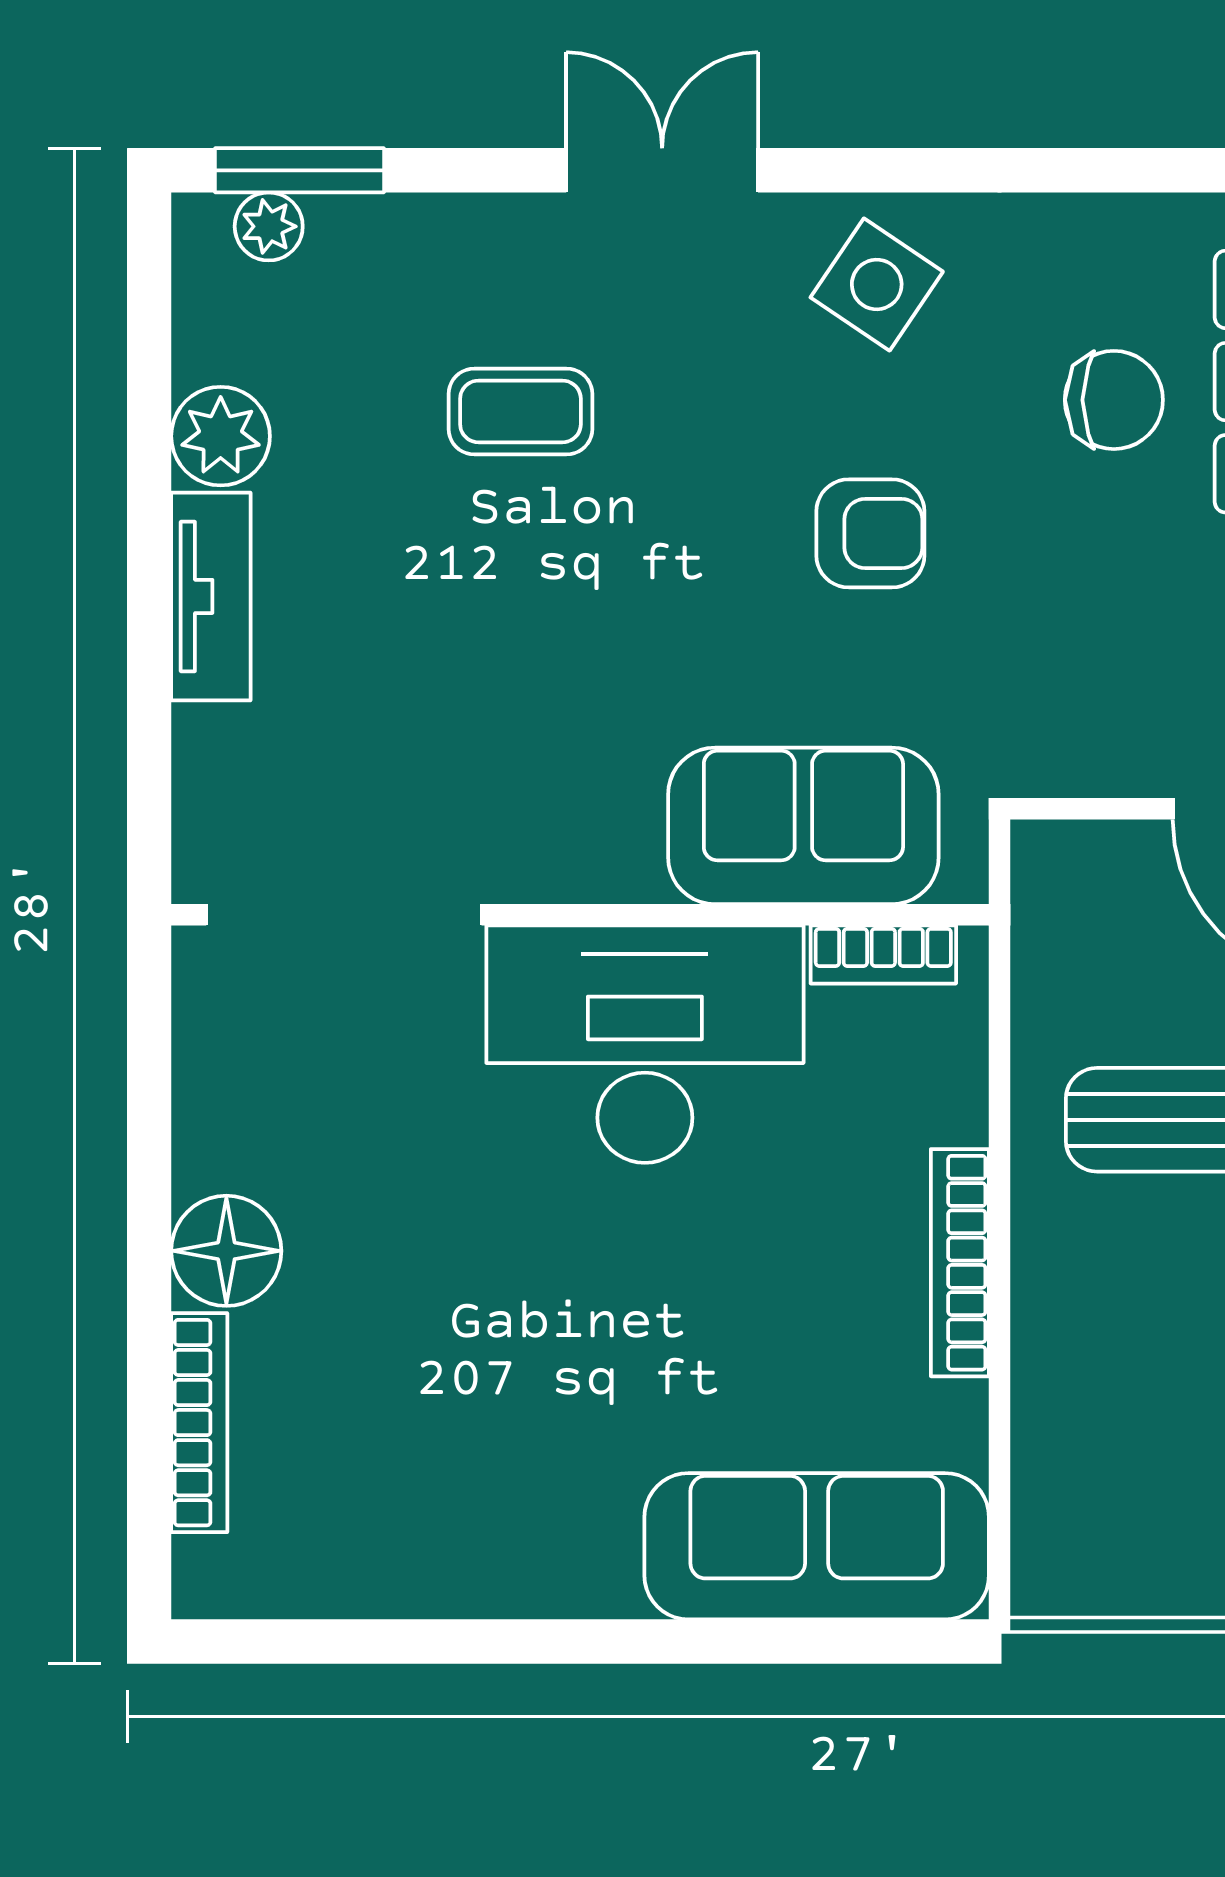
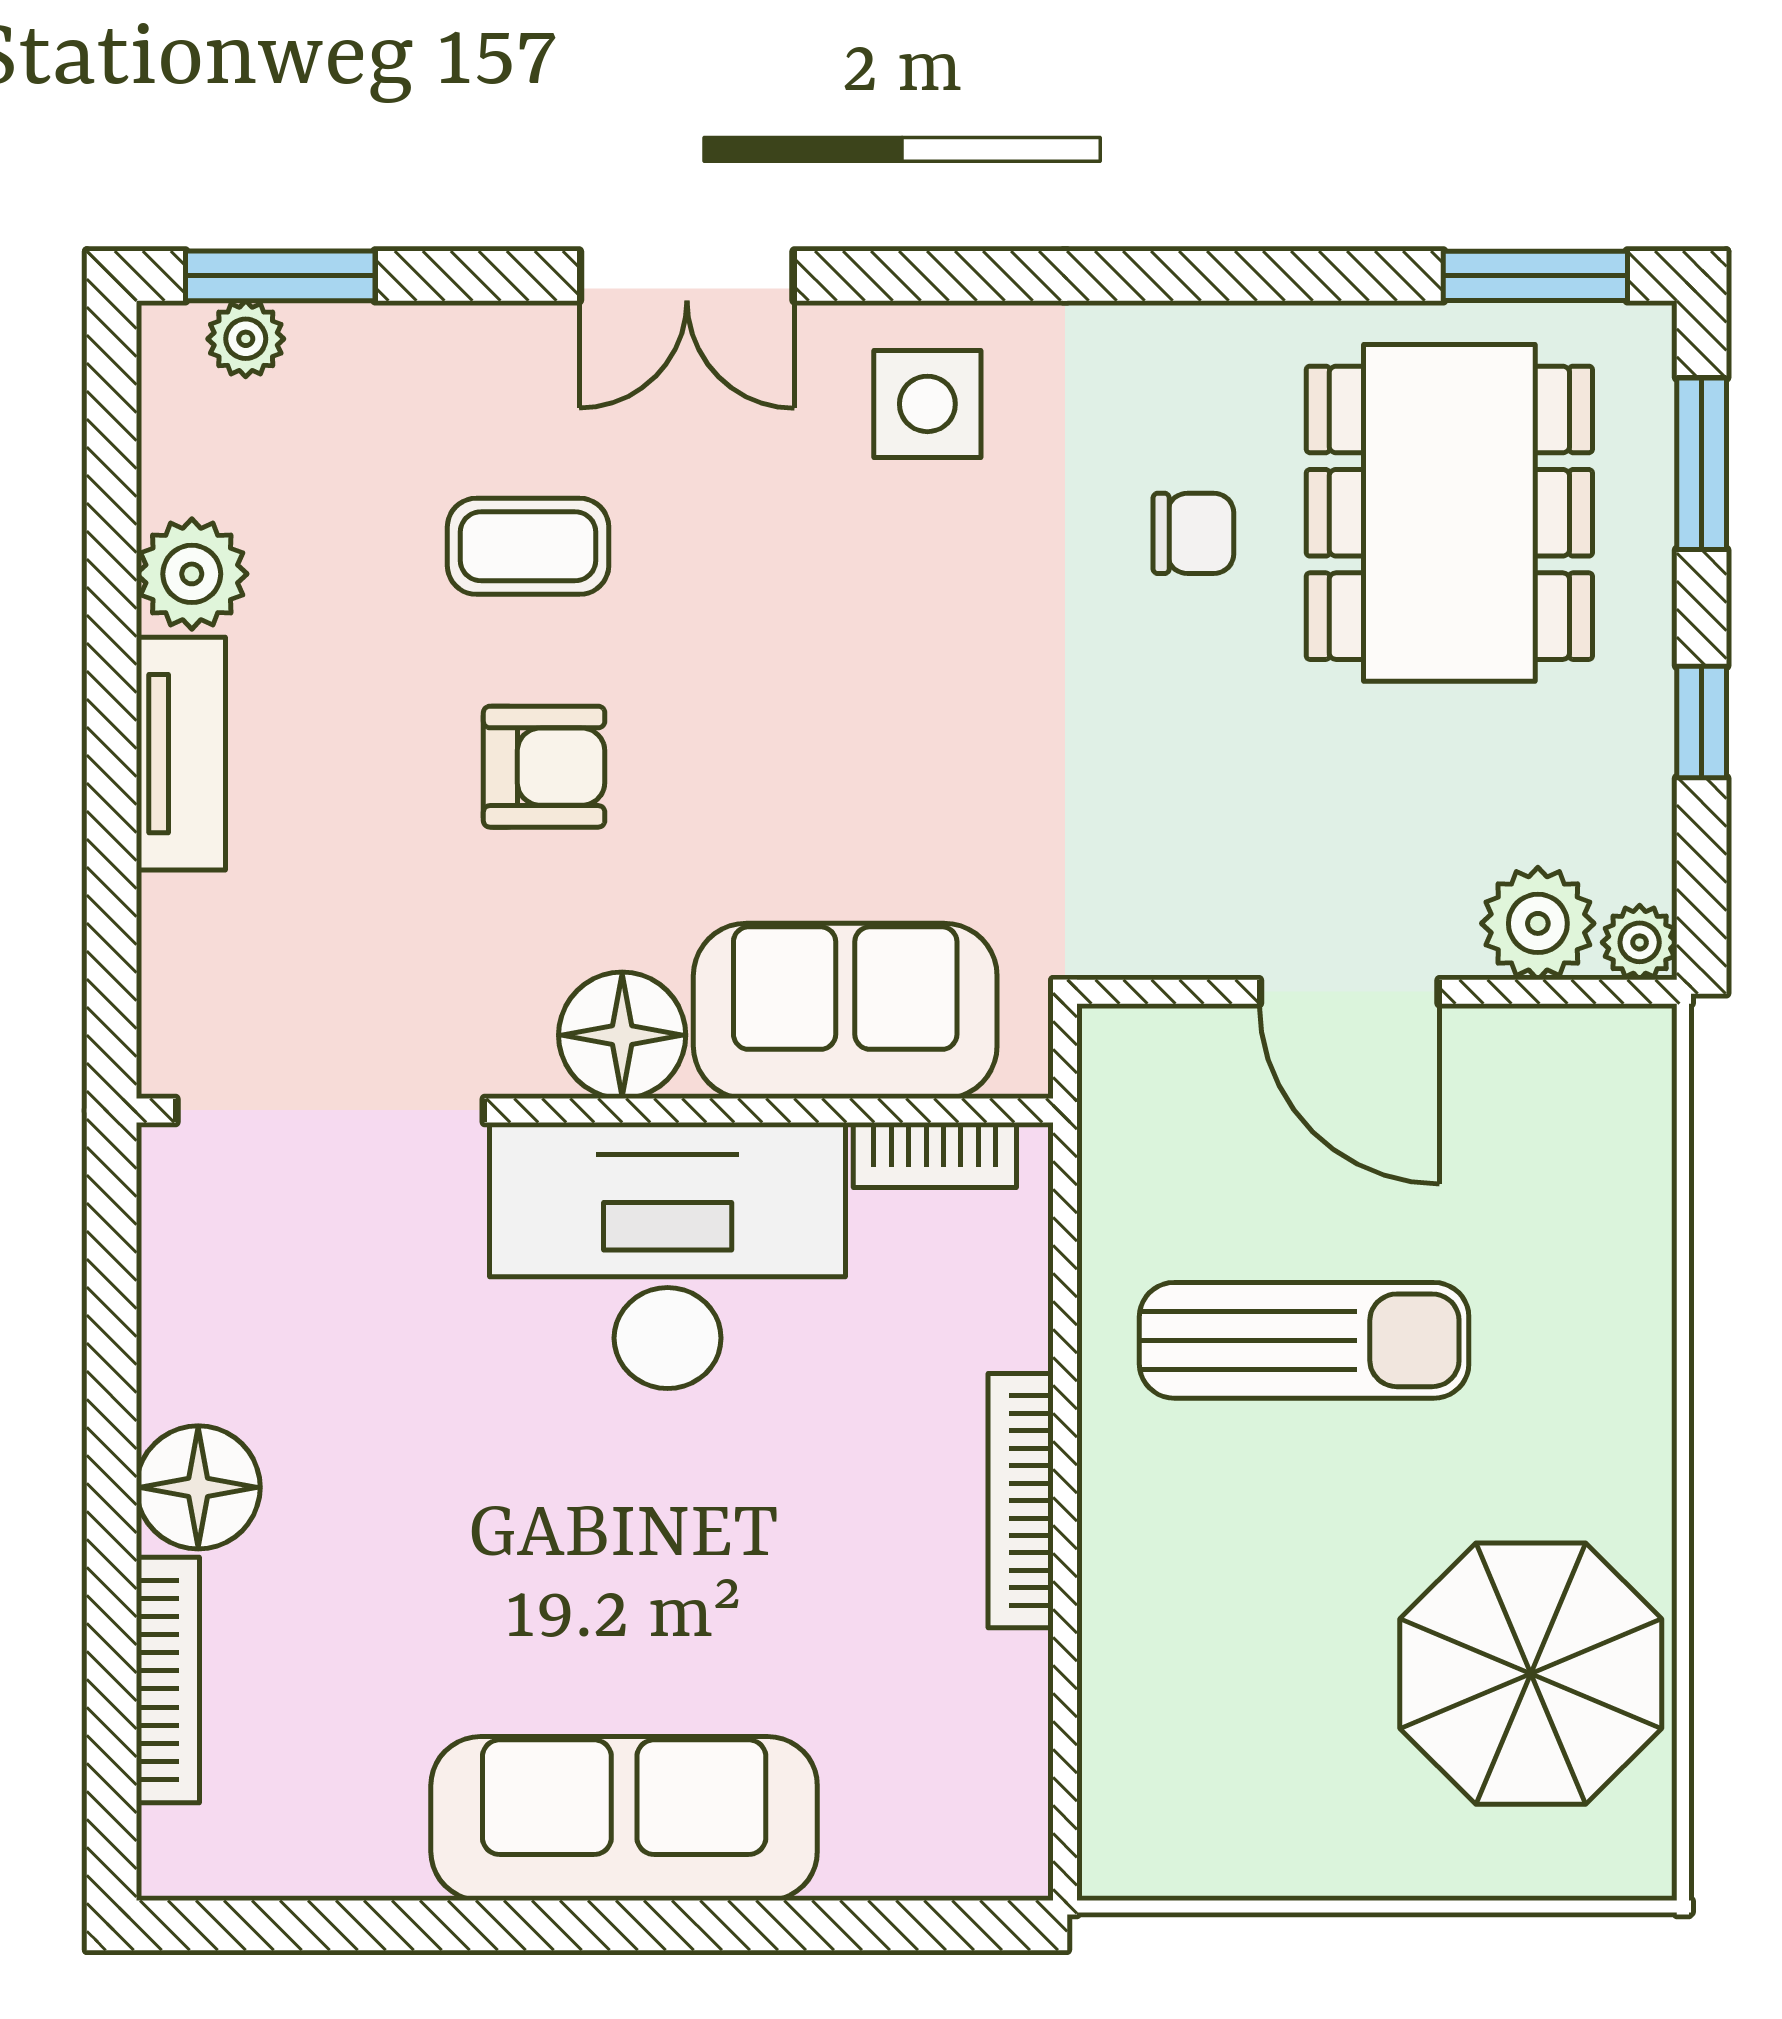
double door: (662, 170) -> (687, 276), swing flipped
side table: (877, 285) -> (927, 404), turned -34
chair: (1114, 400) -> (1193, 533), width x0.73, depth x0.73
armchair: (870, 533) -> (544, 767), moved
floor lamp: (604, 848) -> (622, 1035), added
sofa: (817, 1546) -> (624, 1818), moved

